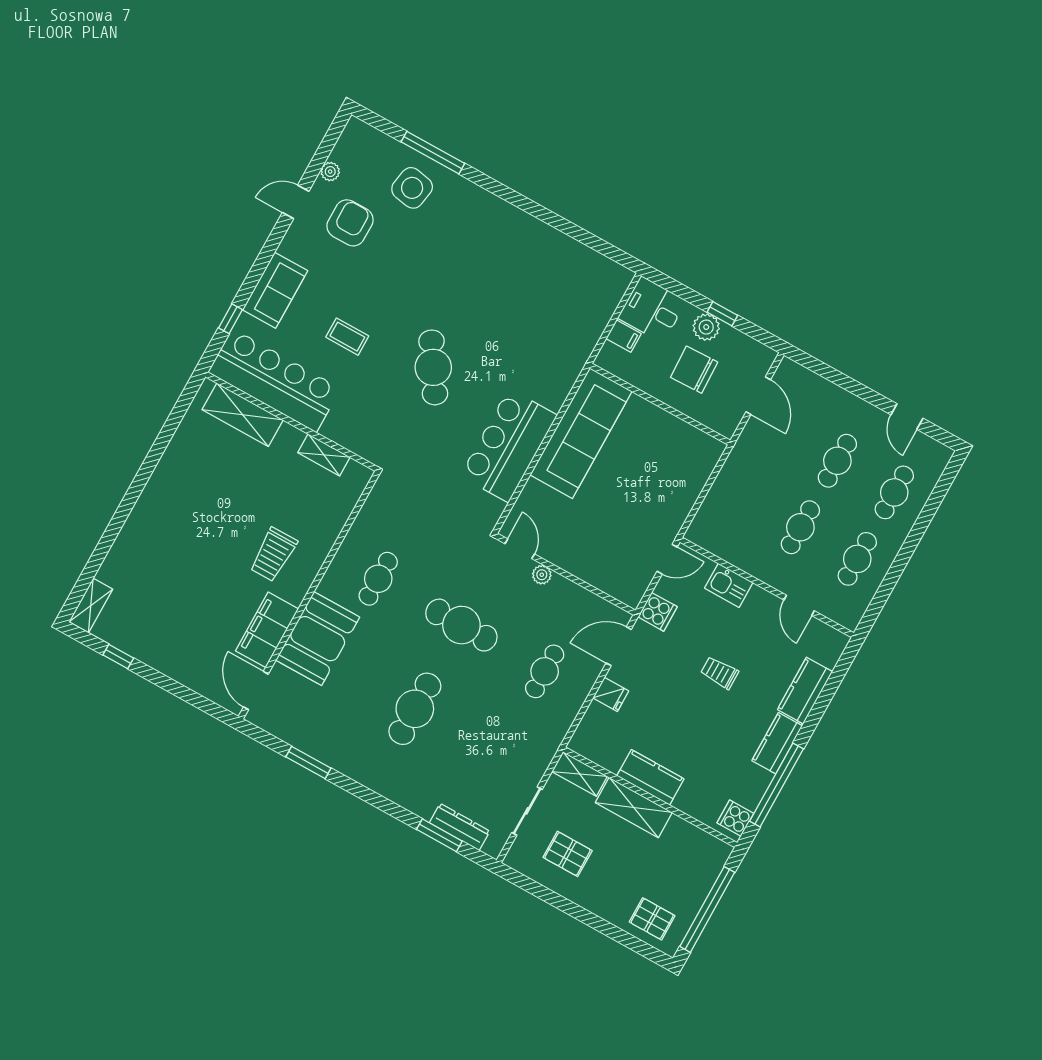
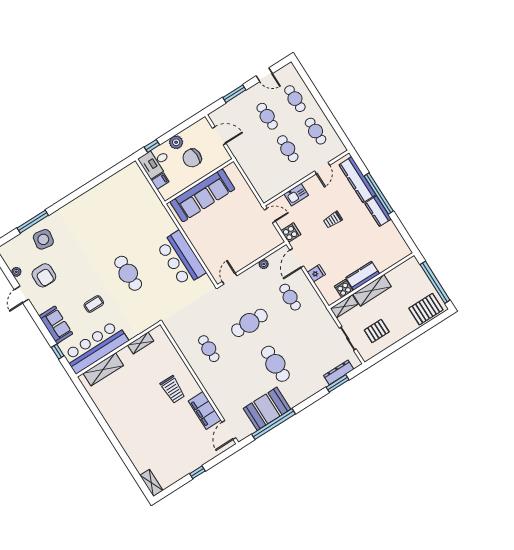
armchair: (350, 223) -> (44, 275), turned 180
window: (722, 314) -> (152, 146), moved
cafe table: (433, 367) -> (128, 273), turned 33
window: (846, 382) -> (234, 94), added
sofa: (581, 433) -> (202, 195), moved, turned 90
door: (520, 549) -> (230, 279), hinge flipped
door: (667, 559) -> (270, 216), hinge flipped
plant: (542, 575) -> (264, 264), moved
door: (799, 605) -> (322, 168), hinge flipped
booth: (318, 639) -> (267, 409), moved, turned 90
window: (118, 657) -> (197, 472), moved
door: (256, 691) -> (229, 430), hinge flipped
kitchen counter: (805, 691) -> (357, 180), width x1.50
window: (308, 762) -> (274, 424), width x2.11
window: (776, 785) -> (379, 194), moved
cooker: (735, 818) -> (344, 289), moved, turned 90
pallet: (652, 919) -> (426, 309), width x1.50, depth x1.42

